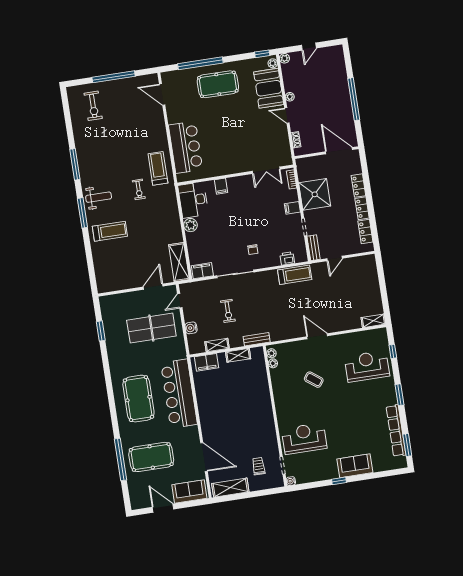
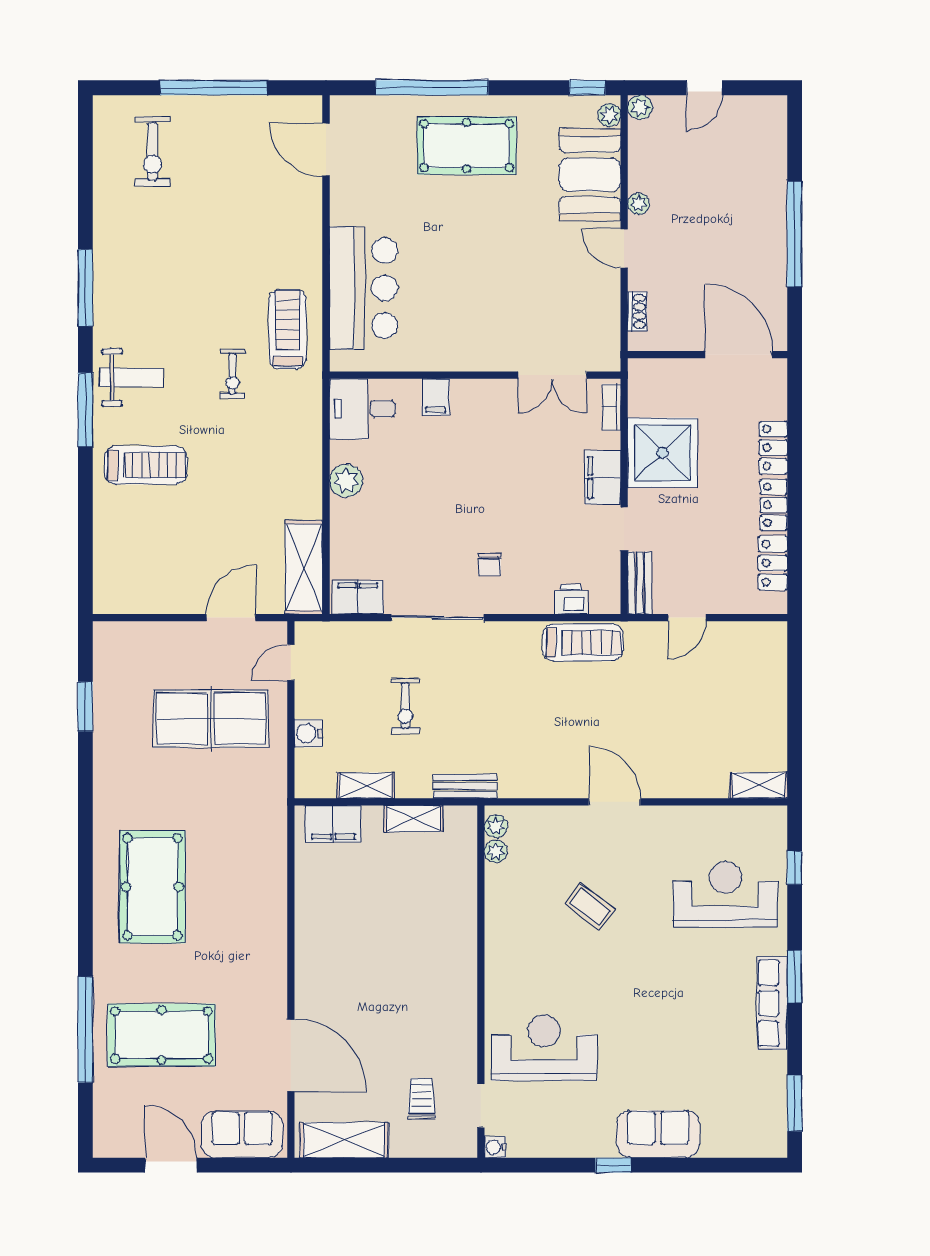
desk: (193, 200) -> (362, 409), width x0.73
filing cabinet: (292, 208) -> (603, 477), width x2.00
bar counter: (179, 394) -> (254, 890), removed
row of seats: (396, 431) -> (772, 1003), moved, width x0.73

